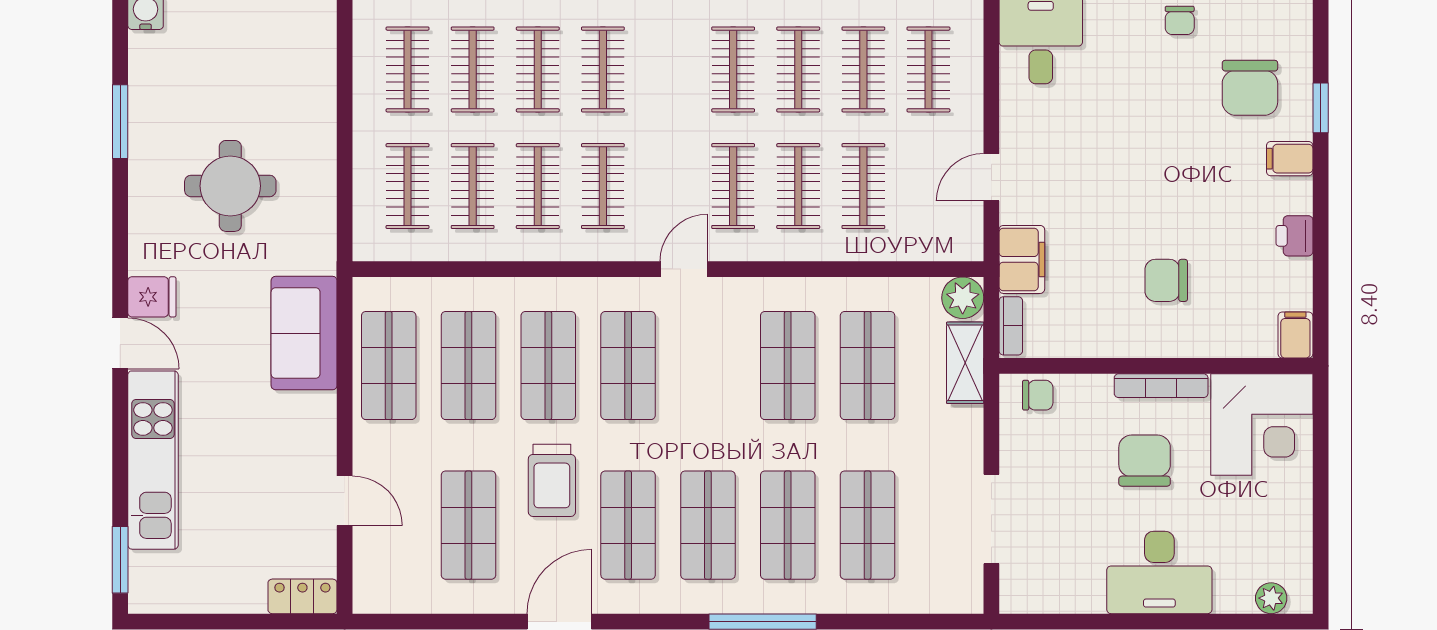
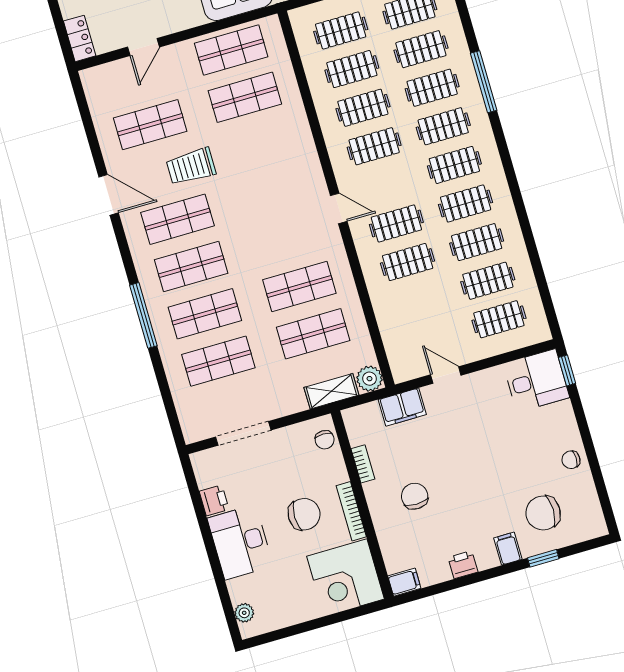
clothes rail: (863, 186) -> (454, 165), moved
bookcase: (1011, 326) -> (363, 464), moved, turned -90
shop shelf: (548, 366) -> (258, 145), removed
shop shelf: (628, 366) -> (272, 192), removed
printer: (1083, 595) -> (214, 500), added

